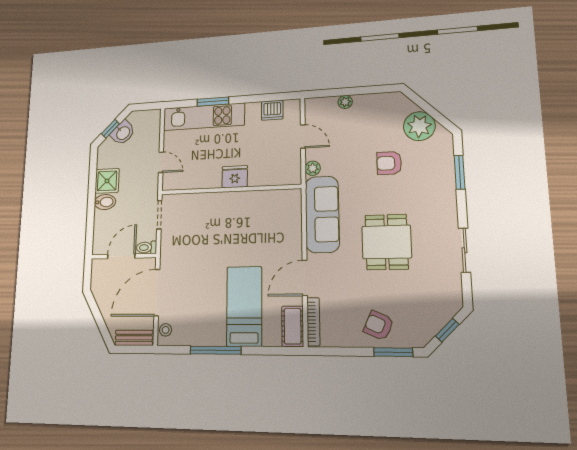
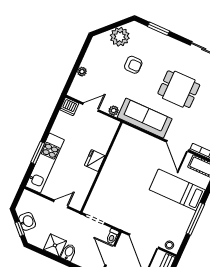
dishwasher: (272, 110) -> (69, 106), moved, turned 90
armchair: (389, 163) -> (133, 65), turned -90

